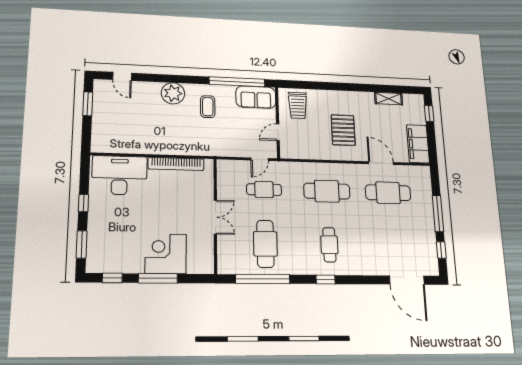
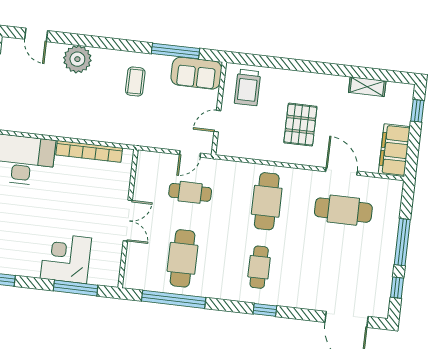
window: (237, 82) -> (176, 51), width x0.68
plant: (173, 93) -> (77, 59), moved
cafe table: (327, 191) -> (267, 201), turned 90
window: (158, 278) -> (76, 288), moved
window: (326, 279) -> (265, 310), moved

